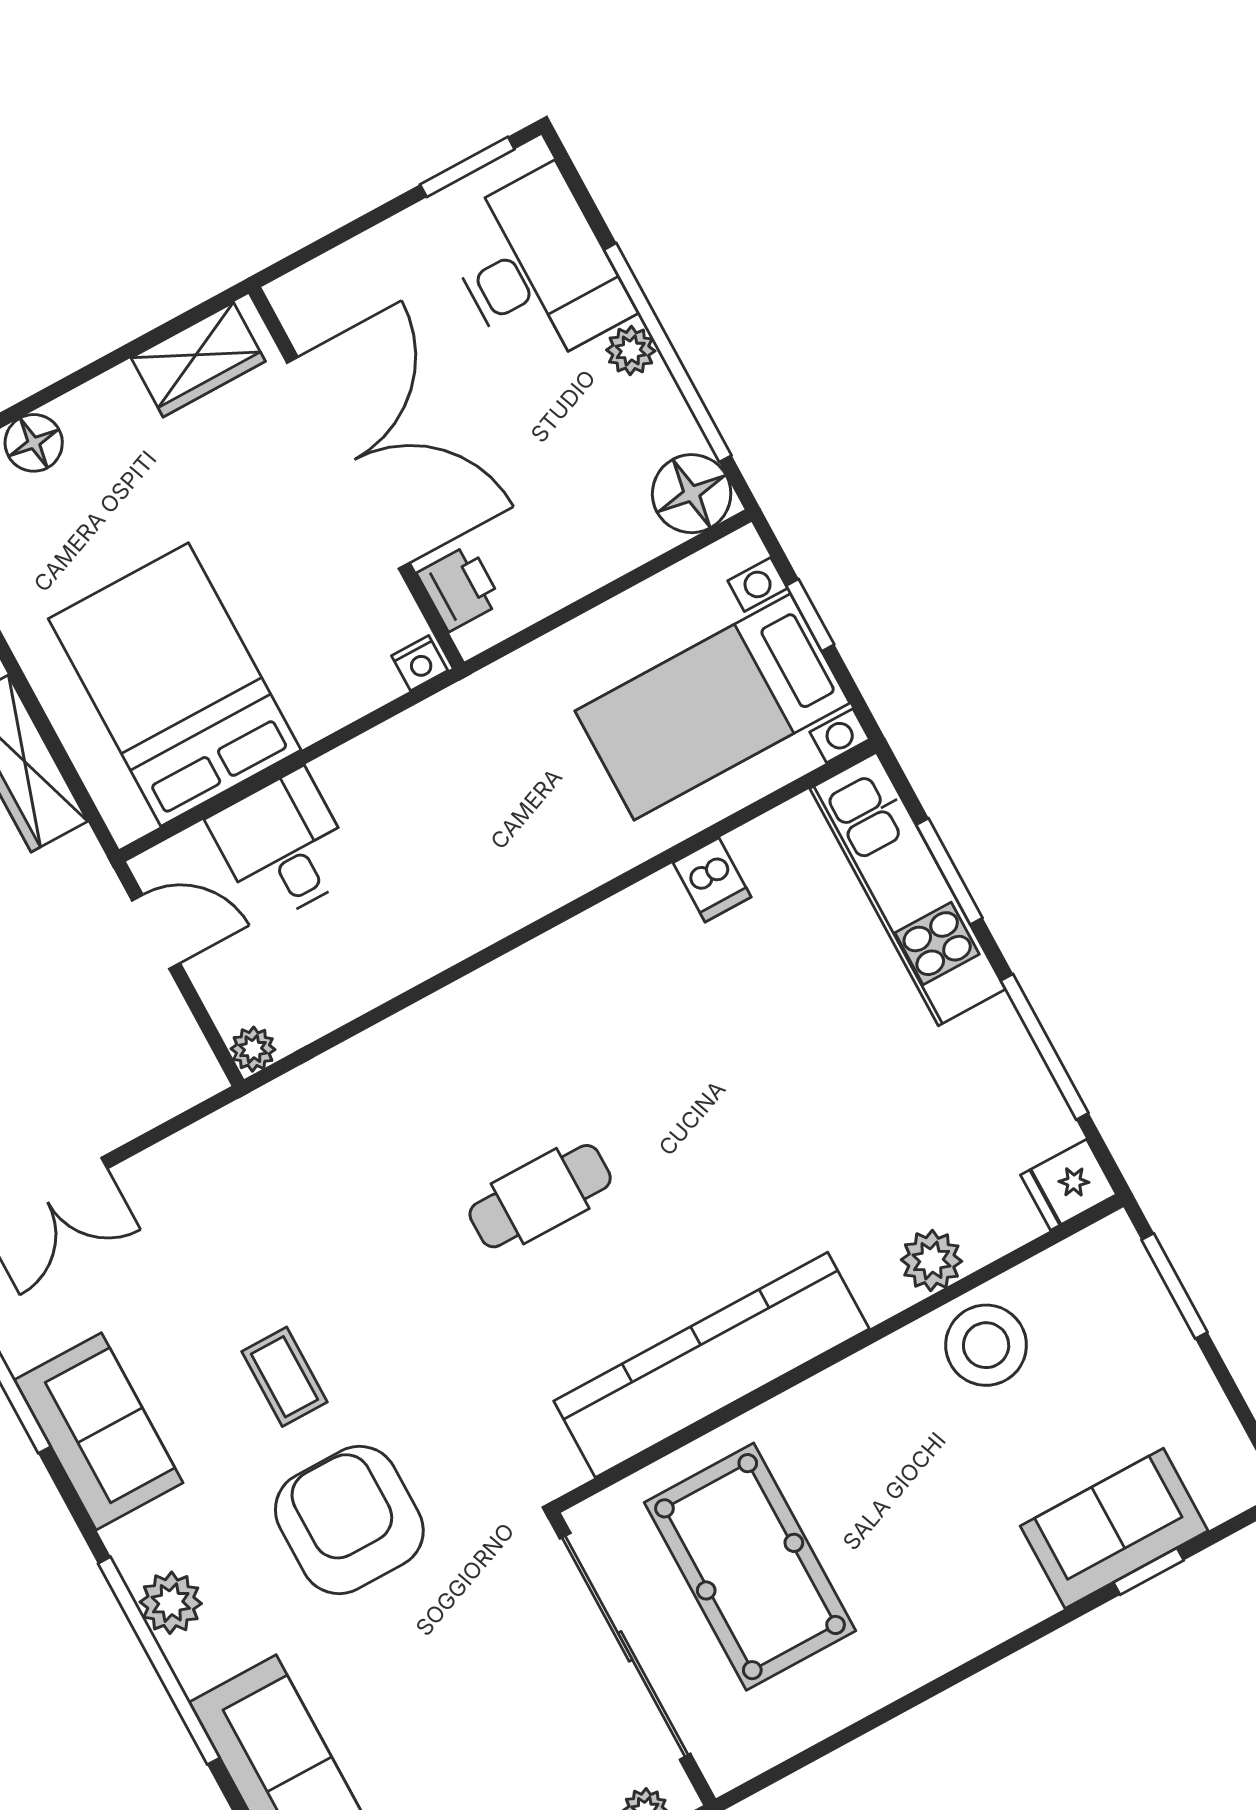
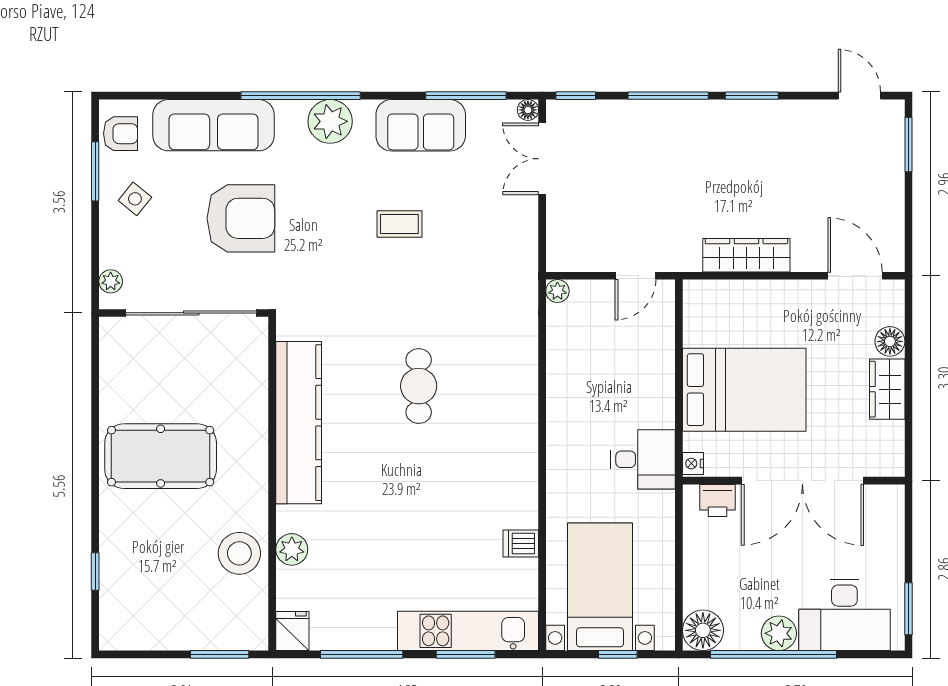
plant: (631, 350) -> (779, 633), width x1.38, depth x1.38
wardrobe: (198, 360) -> (887, 389), moved
bed: (175, 684) -> (744, 390), moved
desk: (283, 846) -> (643, 459), moved
armchair: (349, 1520) -> (241, 218), moved
sofa: (1114, 1528) -> (123, 566), removed
pool table: (750, 1567) -> (161, 456), moved
plant: (171, 1603) -> (330, 121), width x1.36, depth x1.36

